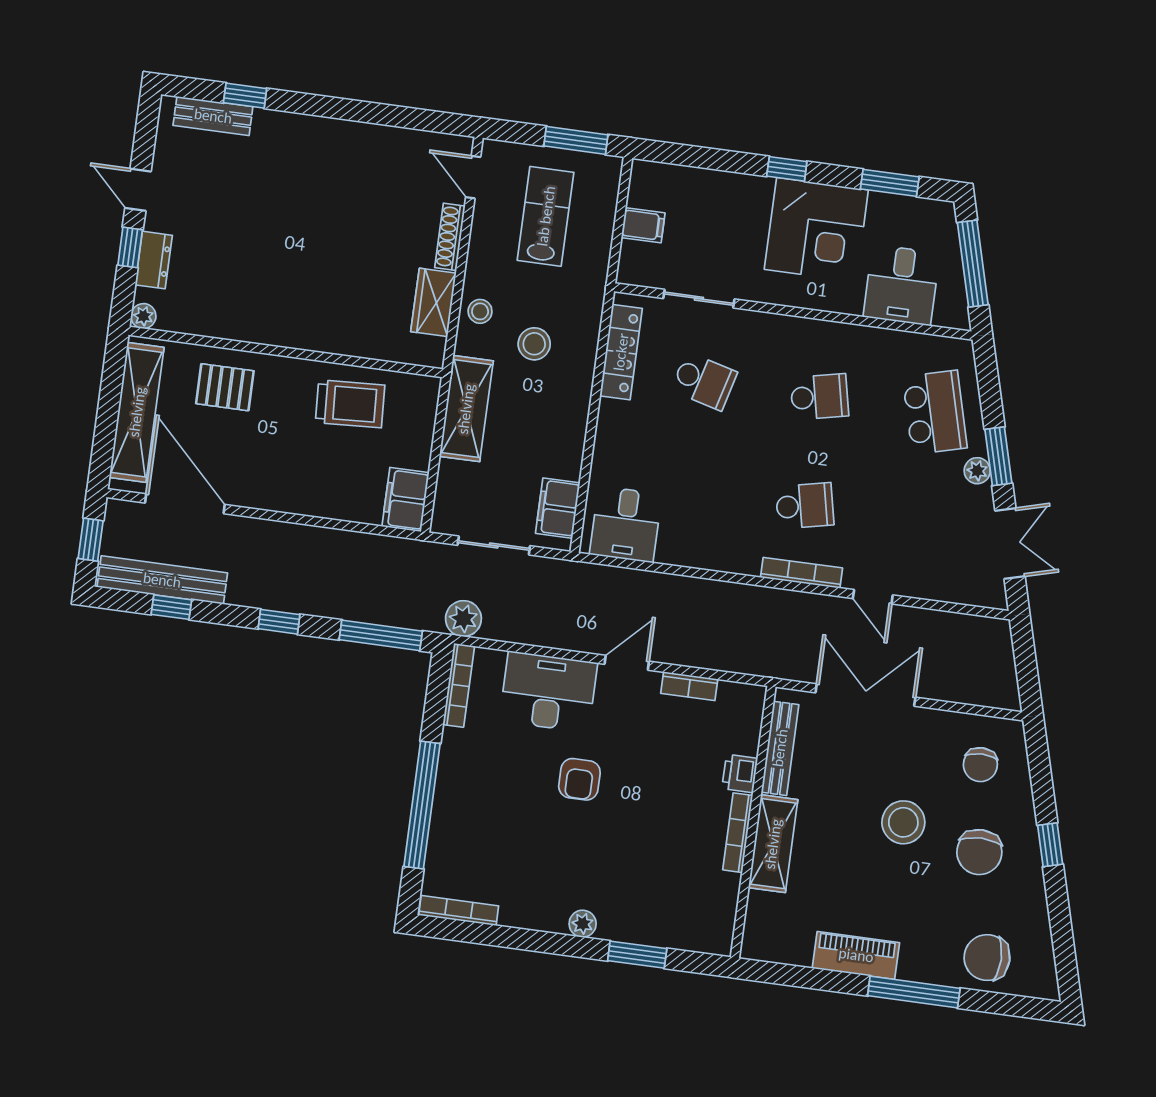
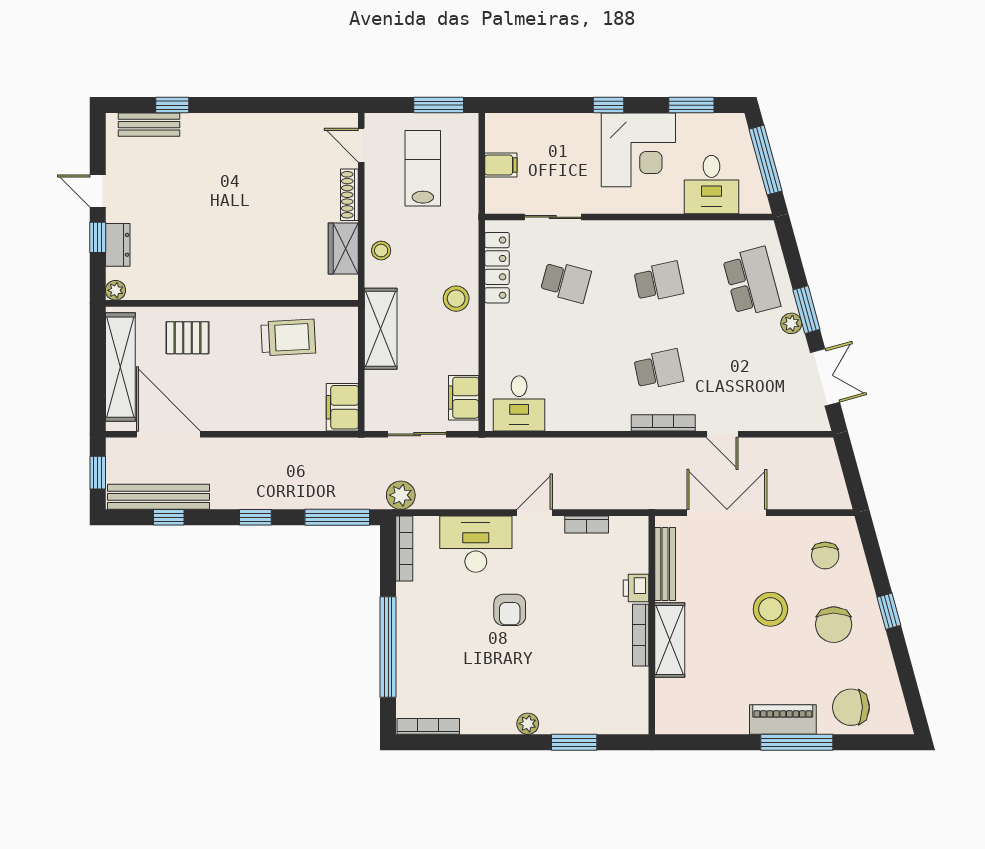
stool: (534, 344) -> (456, 299), moved
piano: (856, 955) -> (783, 720), moved

